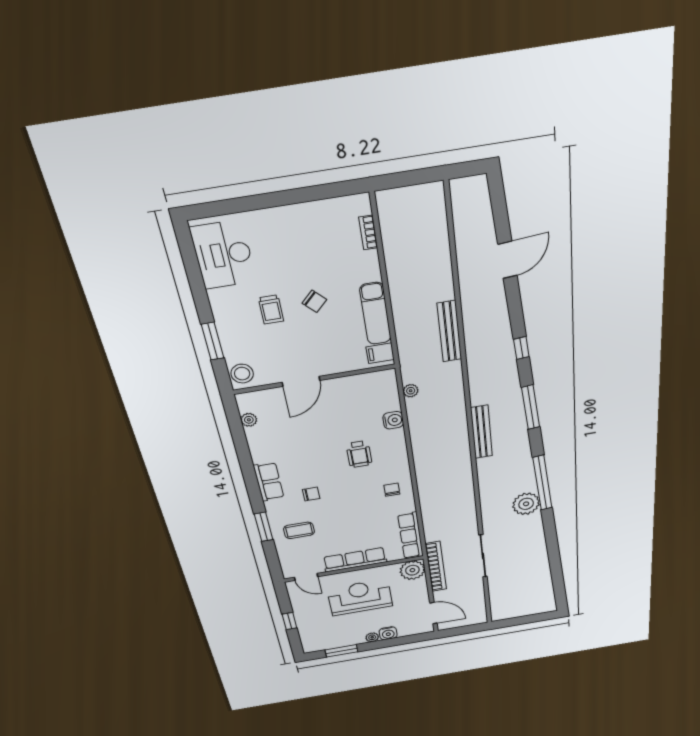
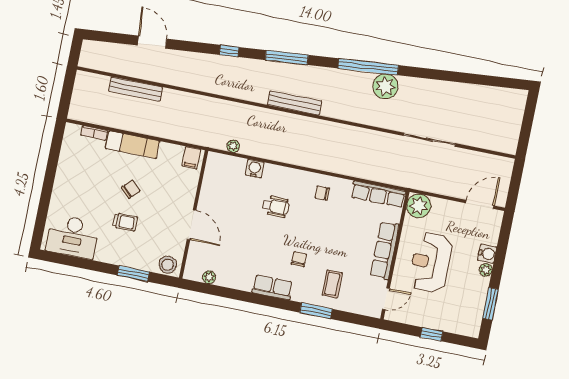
exam couch: (375, 314) -> (133, 145), moved
bench: (449, 331) -> (136, 89), moved
bookcase: (436, 567) -> (423, 184), removed

